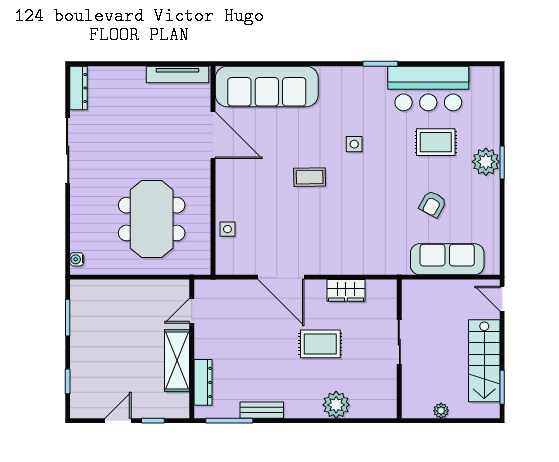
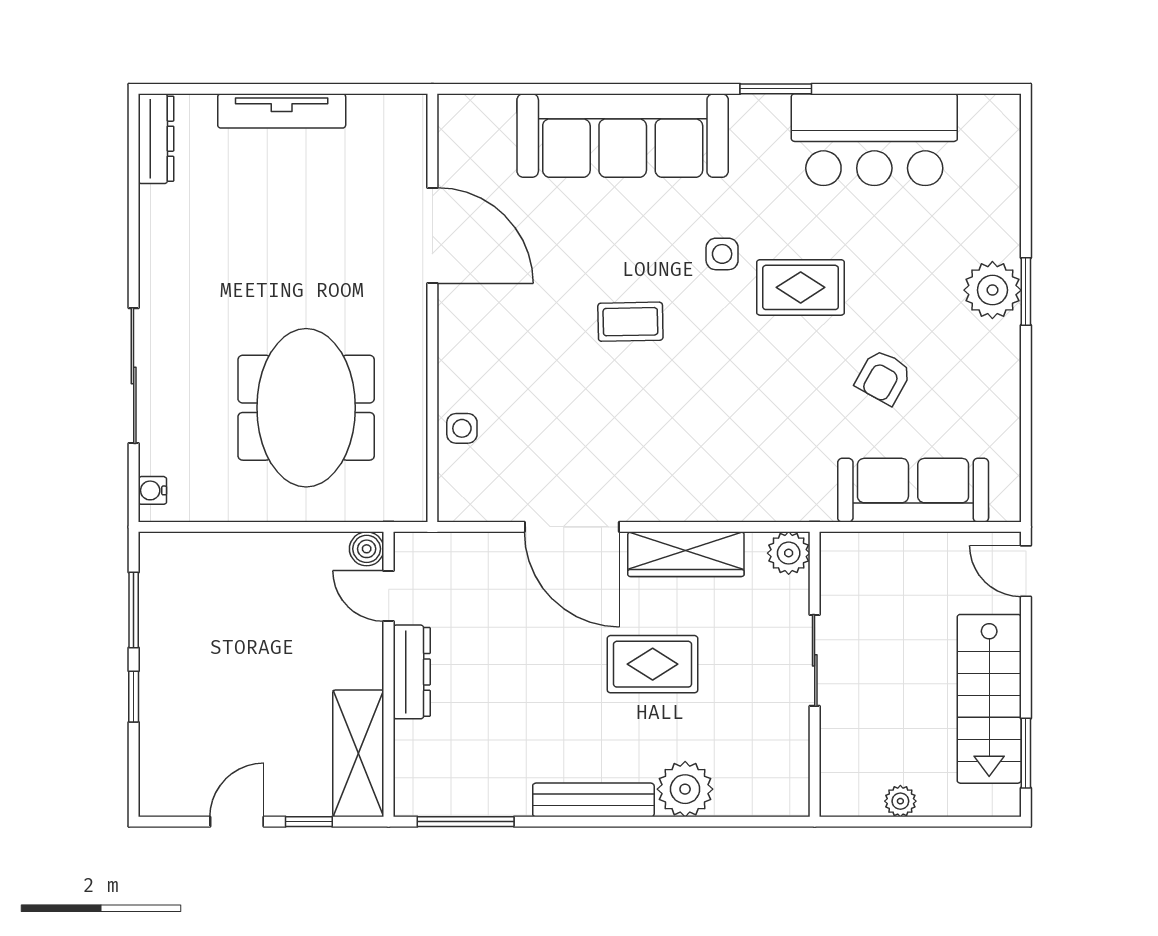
tv unit: (177, 75) -> (282, 111), moved
sofa: (267, 86) -> (623, 136), moved
rug: (436, 142) -> (801, 287), moved
sliding door: (68, 150) -> (134, 376), moved
boiler: (181, 288) -> (367, 549), added
wardrobe: (346, 290) -> (686, 554), width x1.50
plant: (387, 290) -> (789, 553), added
door: (192, 311) -> (389, 596), hinge flipped
shelving: (177, 360) -> (358, 753), moved
window: (68, 381) -> (134, 697), moved
dresser: (203, 382) -> (412, 672), moved
bench: (262, 410) -> (593, 800), moved, width x1.36

